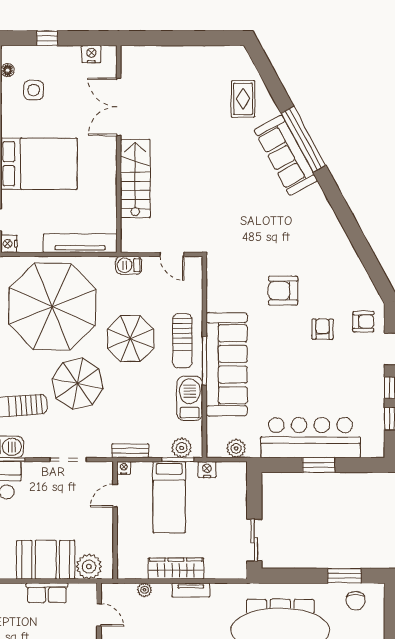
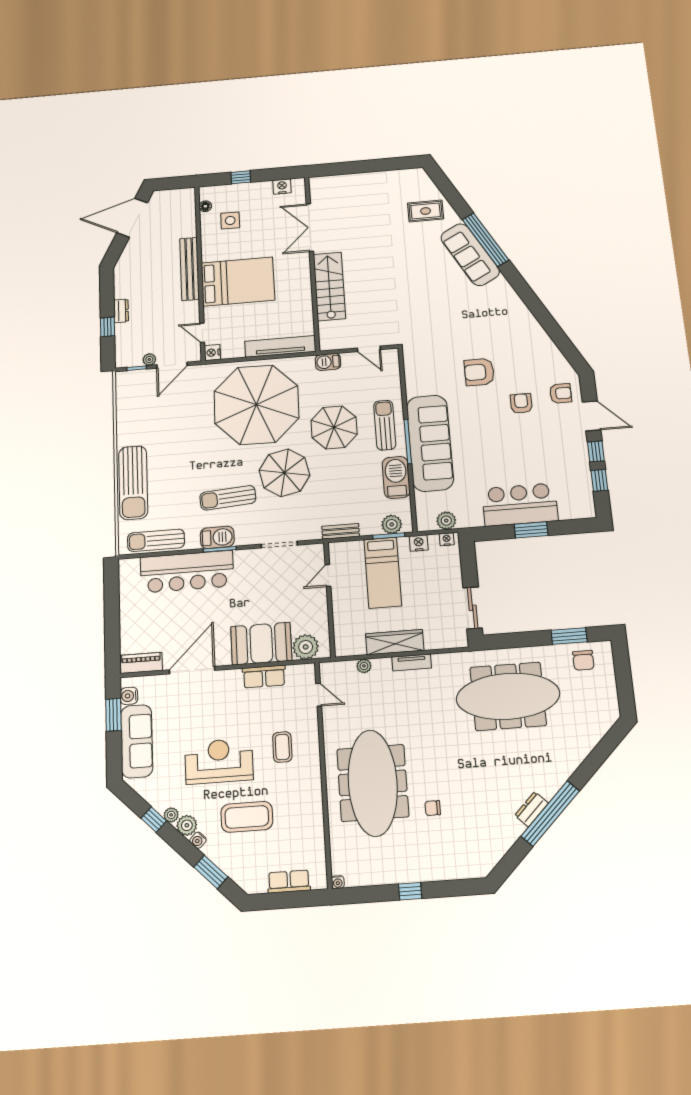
rug: (243, 99) -> (426, 211), turned 90
sun lounger: (182, 341) -> (385, 425), turned 180
bar counter: (310, 438) -> (520, 505), width x0.73
nightstand: (124, 468) -> (447, 539), moved

